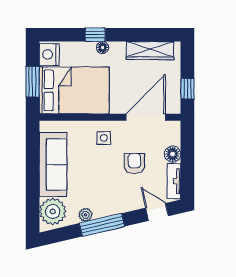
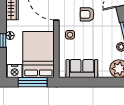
window: (33, 82) -> (33, 82), width x1.44
sofa: (53, 164) -> (82, 69), width x0.73

